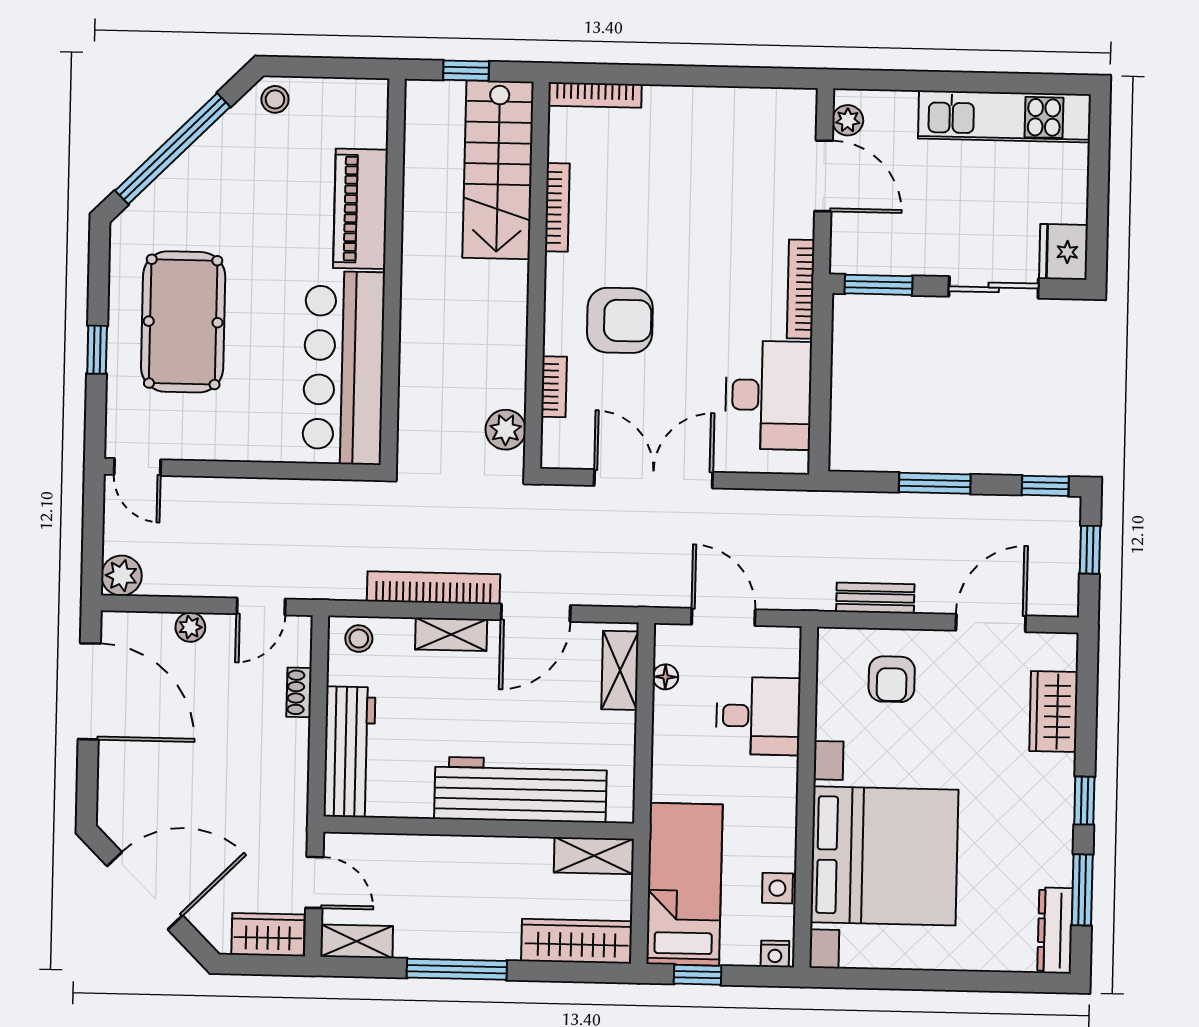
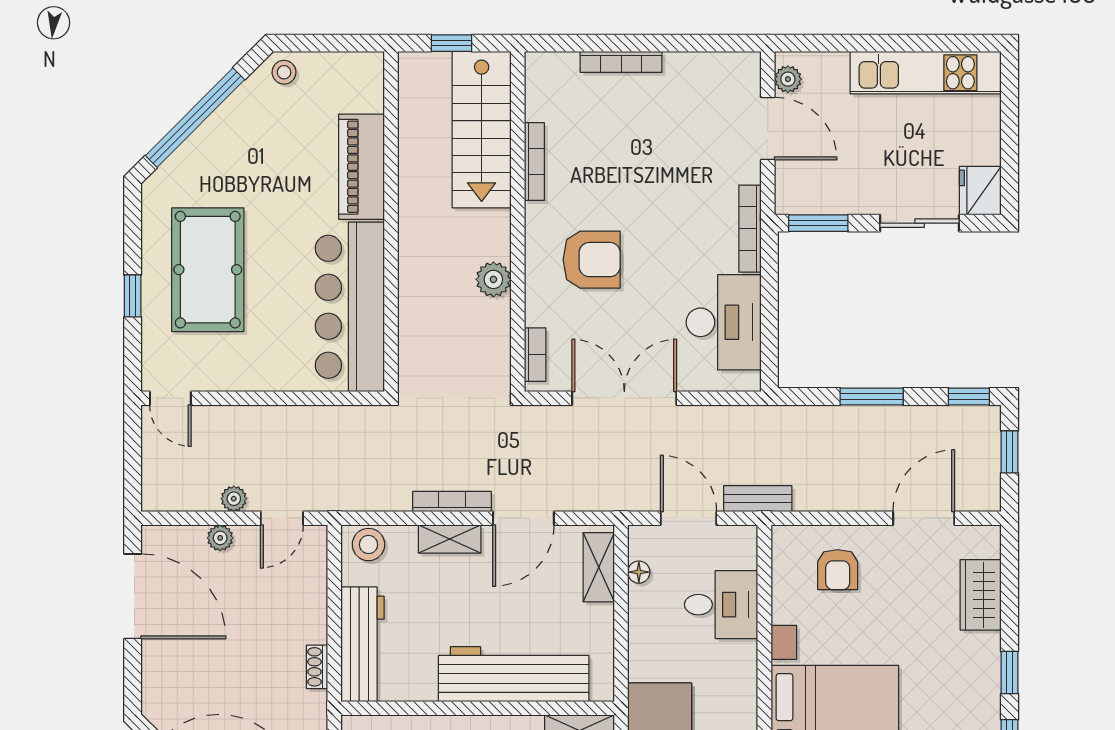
bookcase: (595, 95) -> (621, 62), moved
bookcase: (554, 387) -> (535, 355), moved
plant: (506, 430) -> (493, 279), moved
plant: (122, 576) -> (234, 499), moved, width x0.73, depth x0.73
bookcase: (433, 588) -> (452, 501), width x0.68, depth x0.76
bench: (875, 598) -> (758, 499), moved
stool: (359, 639) -> (369, 545), width x1.37, depth x1.37
shoe rack: (299, 692) -> (317, 667), moved

